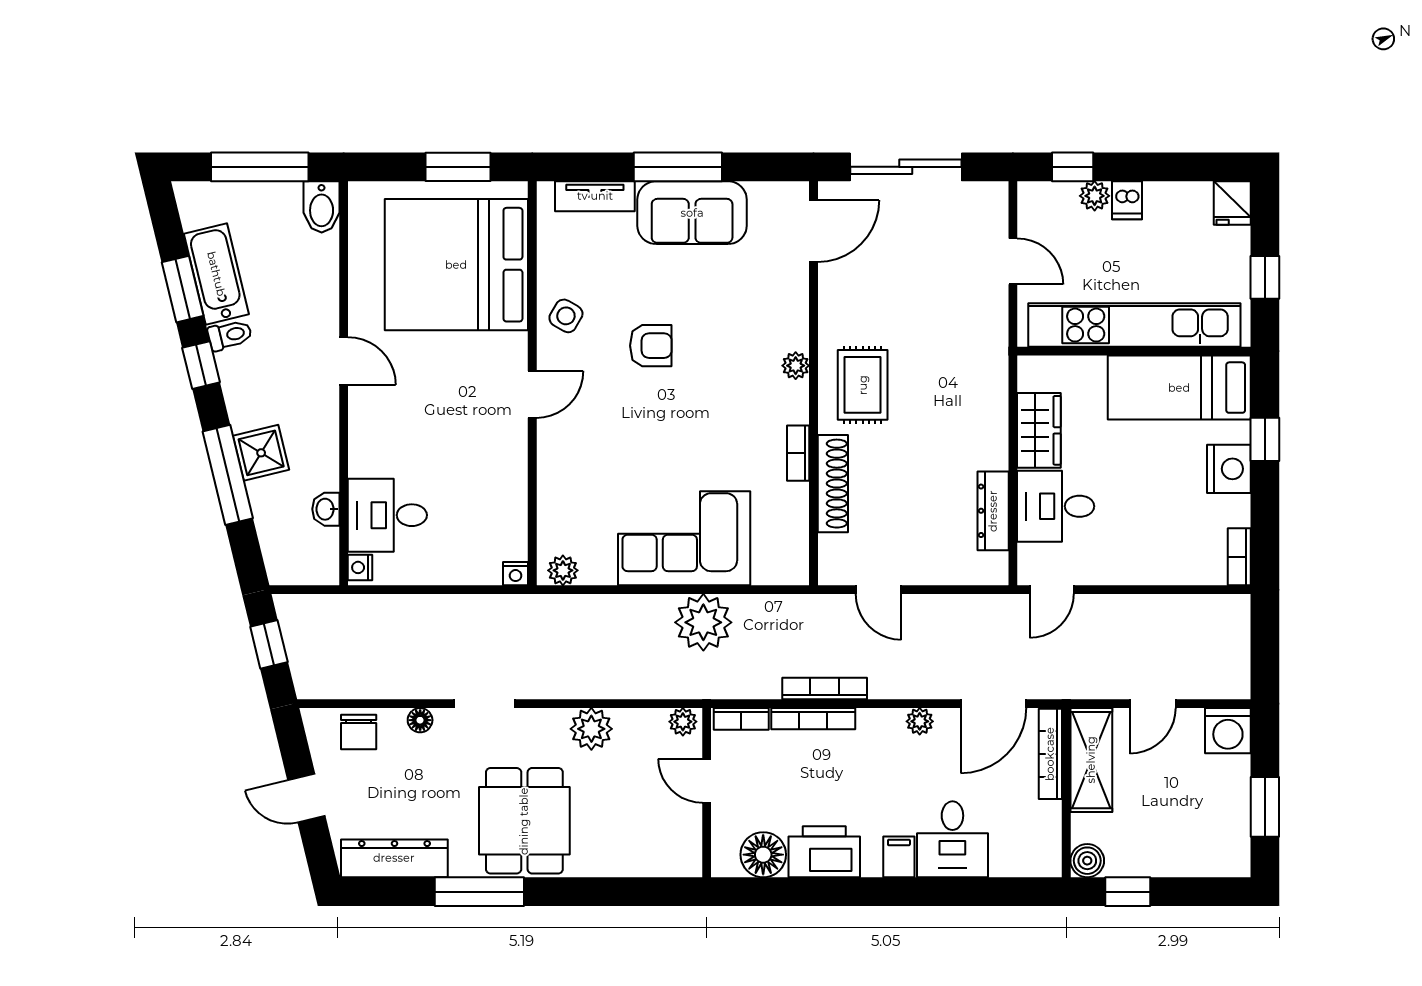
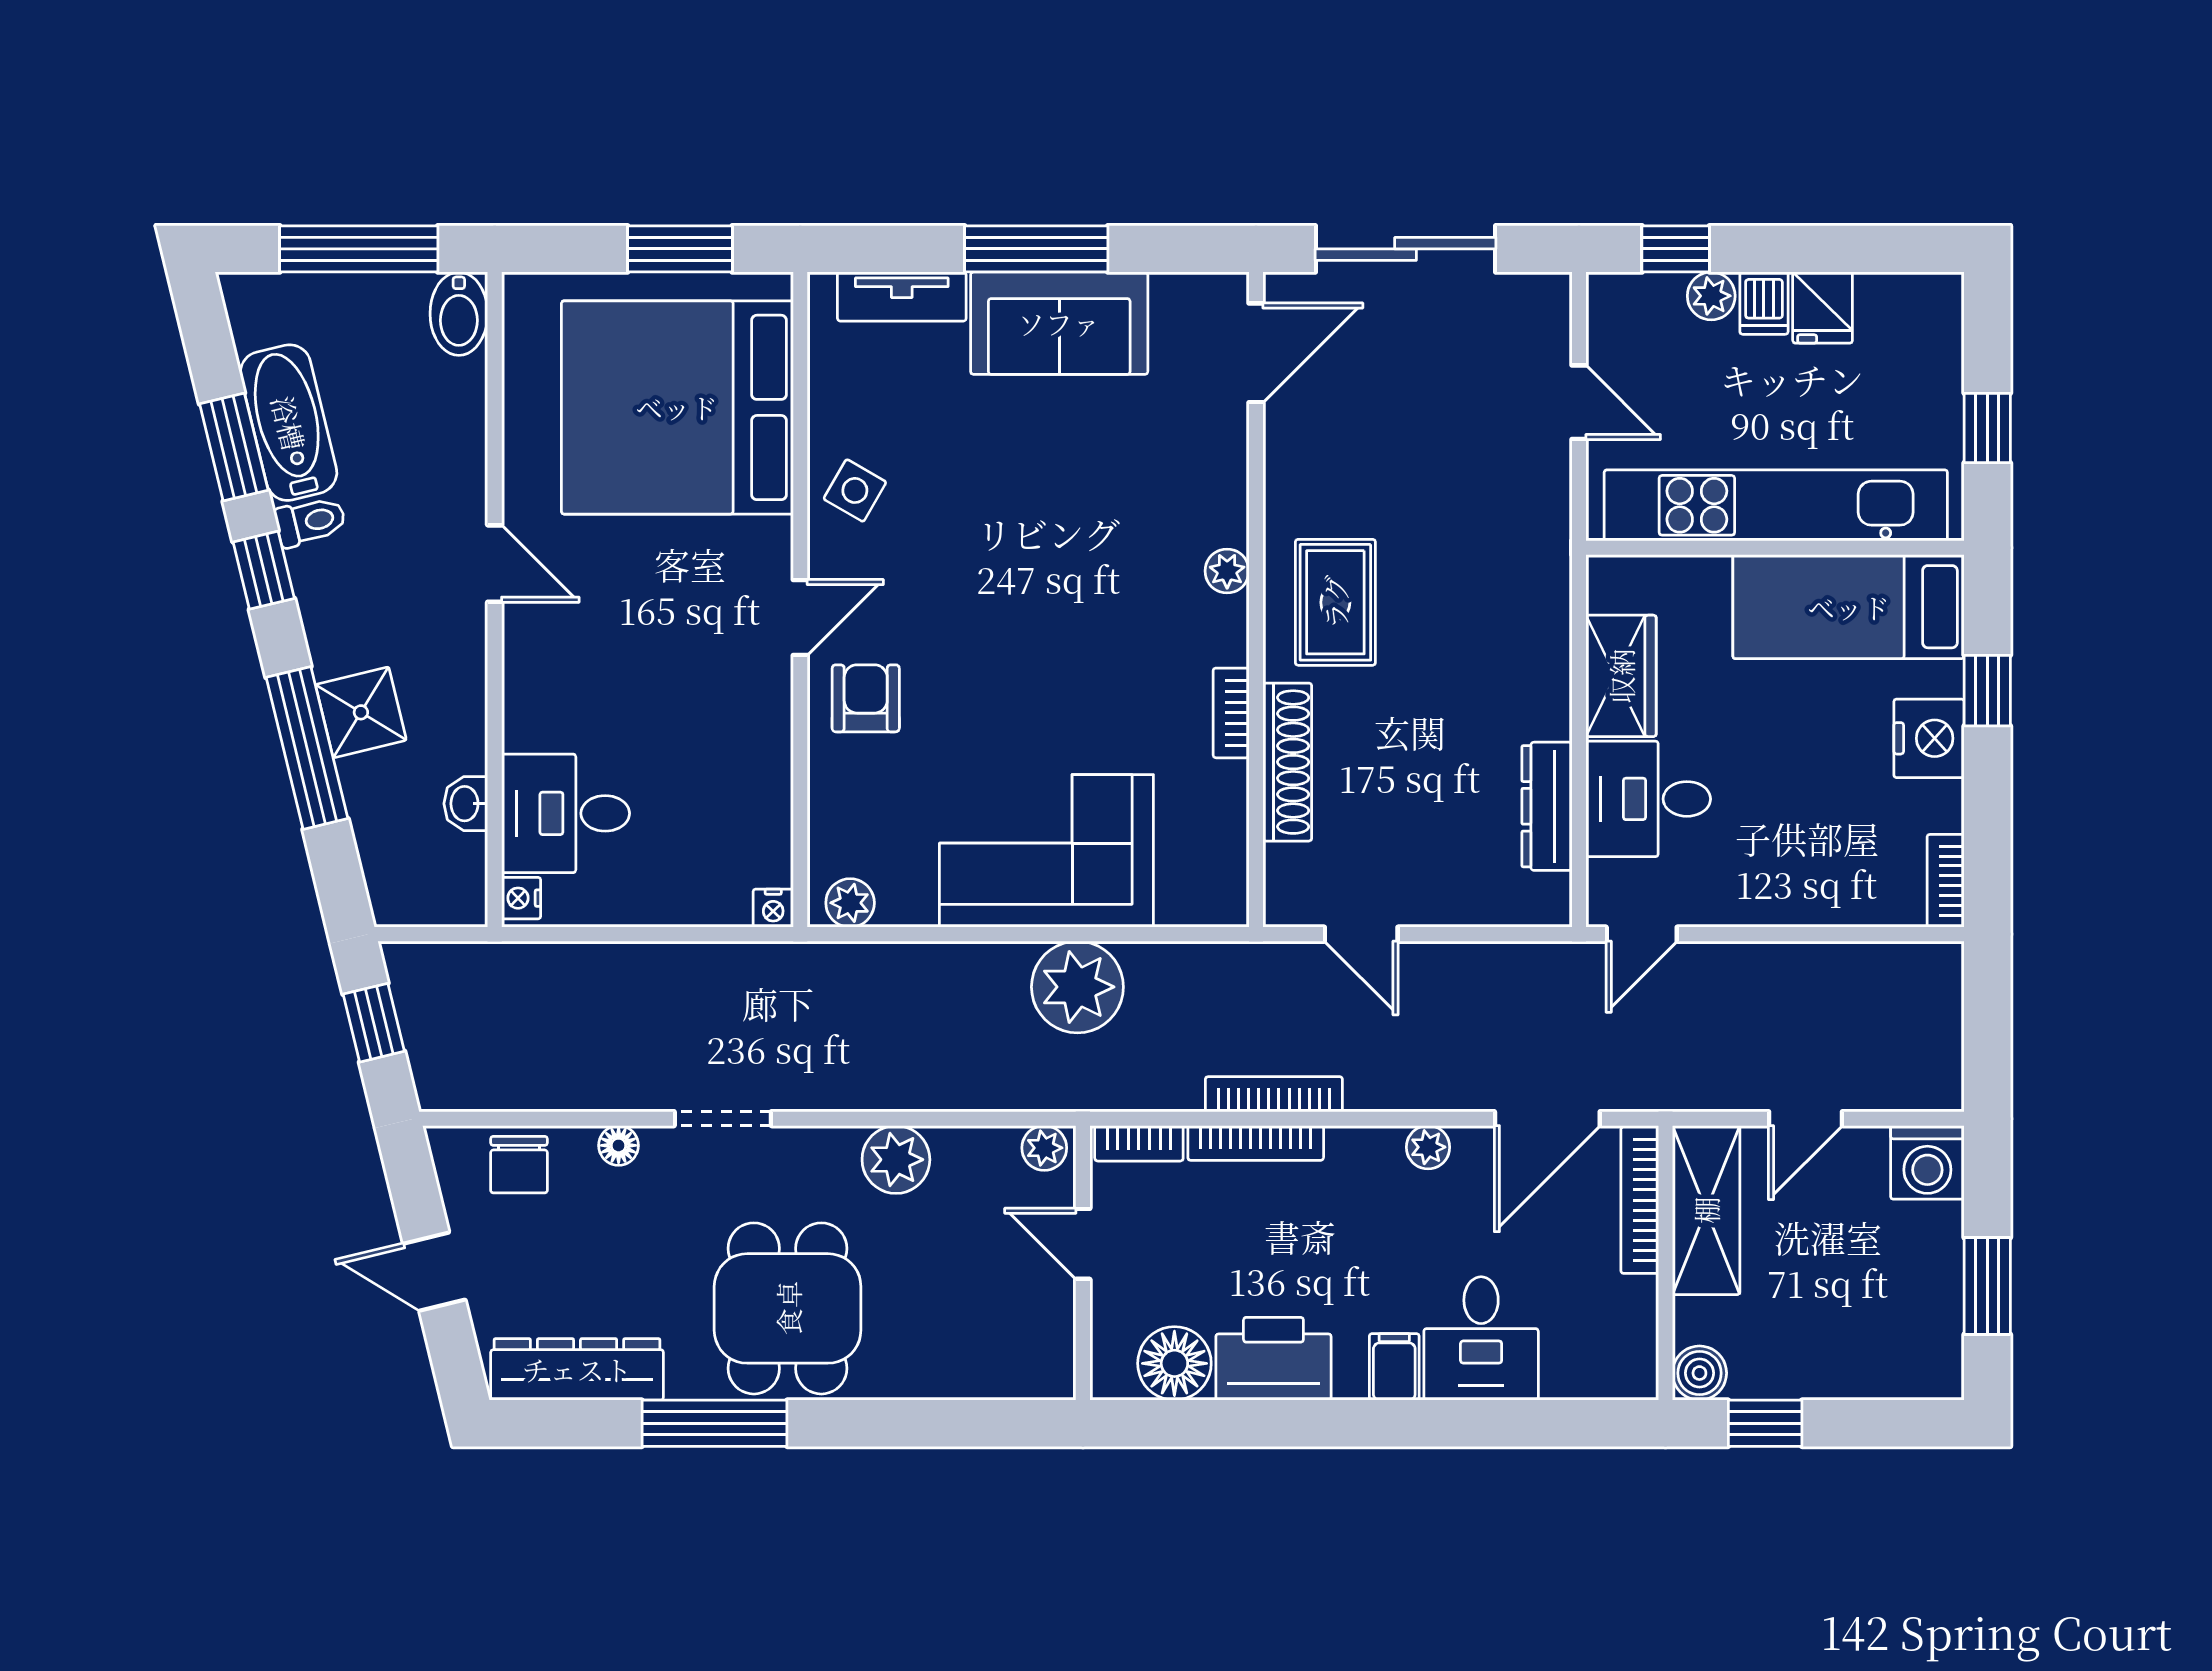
fridge: (1232, 203) -> (1823, 308), moved
armchair: (651, 346) -> (866, 698), moved, turned -90

